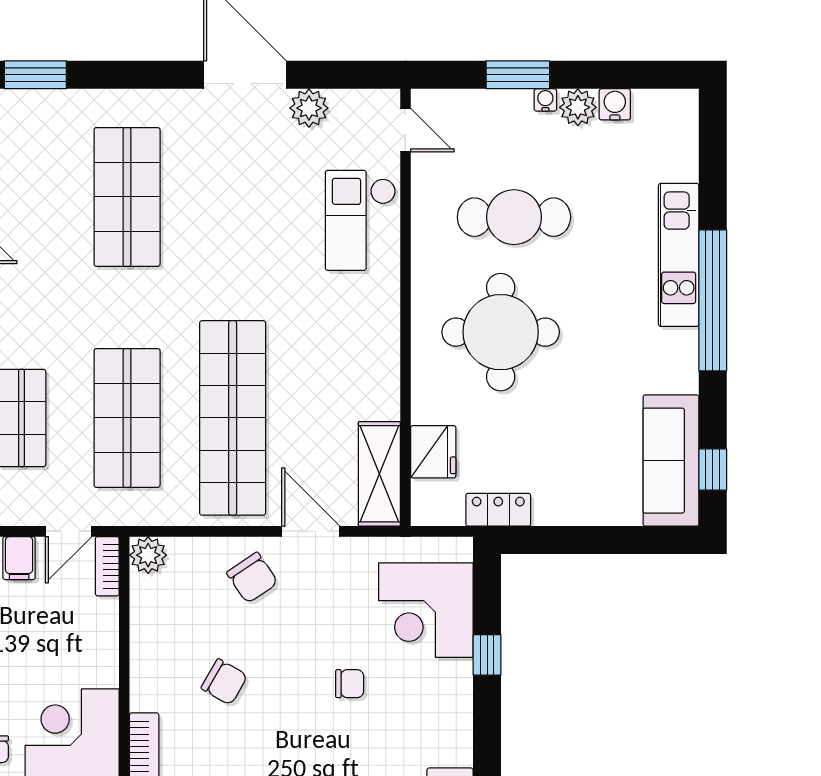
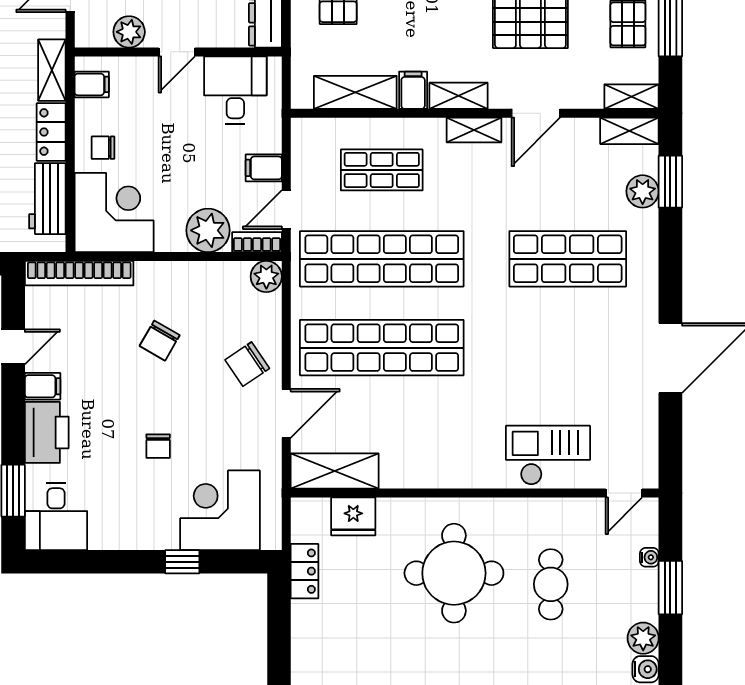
water cooler: (545, 100) -> (649, 557), moved
plant: (309, 108) -> (643, 191), moved
cafe table: (514, 217) -> (551, 584), width x0.73, depth x0.74
shop shelf: (127, 418) -> (382, 259), width x1.40
door: (69, 531) -> (286, 210), hinge flipped
plant: (93, 624) -> (208, 230), added

